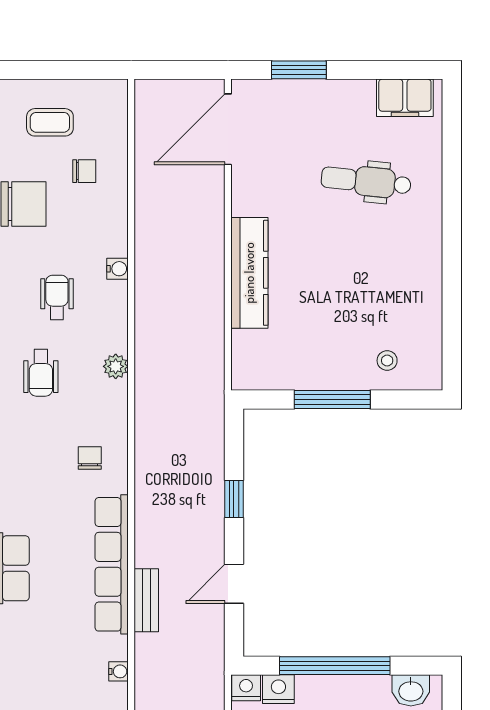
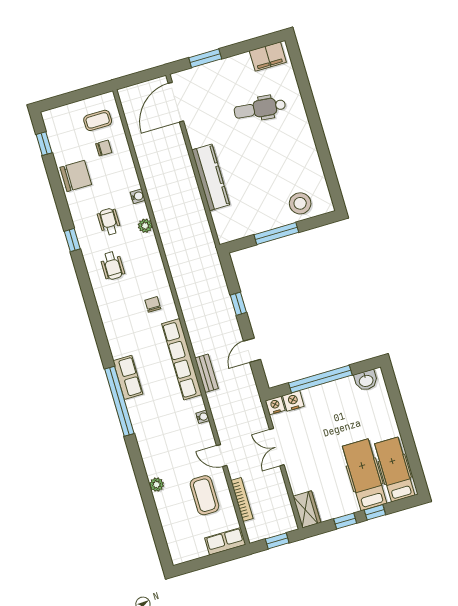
coffee table: (50, 122) -> (98, 120), moved
stool: (387, 361) -> (300, 203), width x1.89, depth x1.89
plant: (116, 366) -> (145, 226), moved

